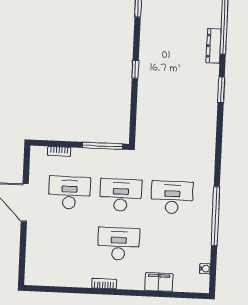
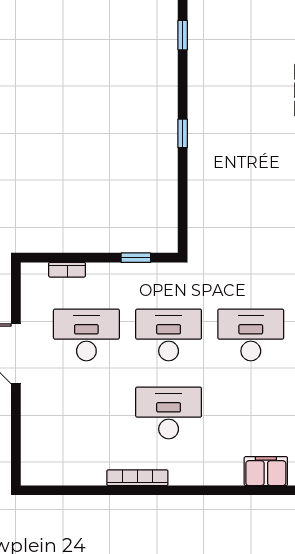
window: (102, 146) -> (136, 258), width x0.46
filing cabinet: (159, 282) -> (266, 471), moved
bookcase: (104, 284) -> (137, 478), width x1.56

